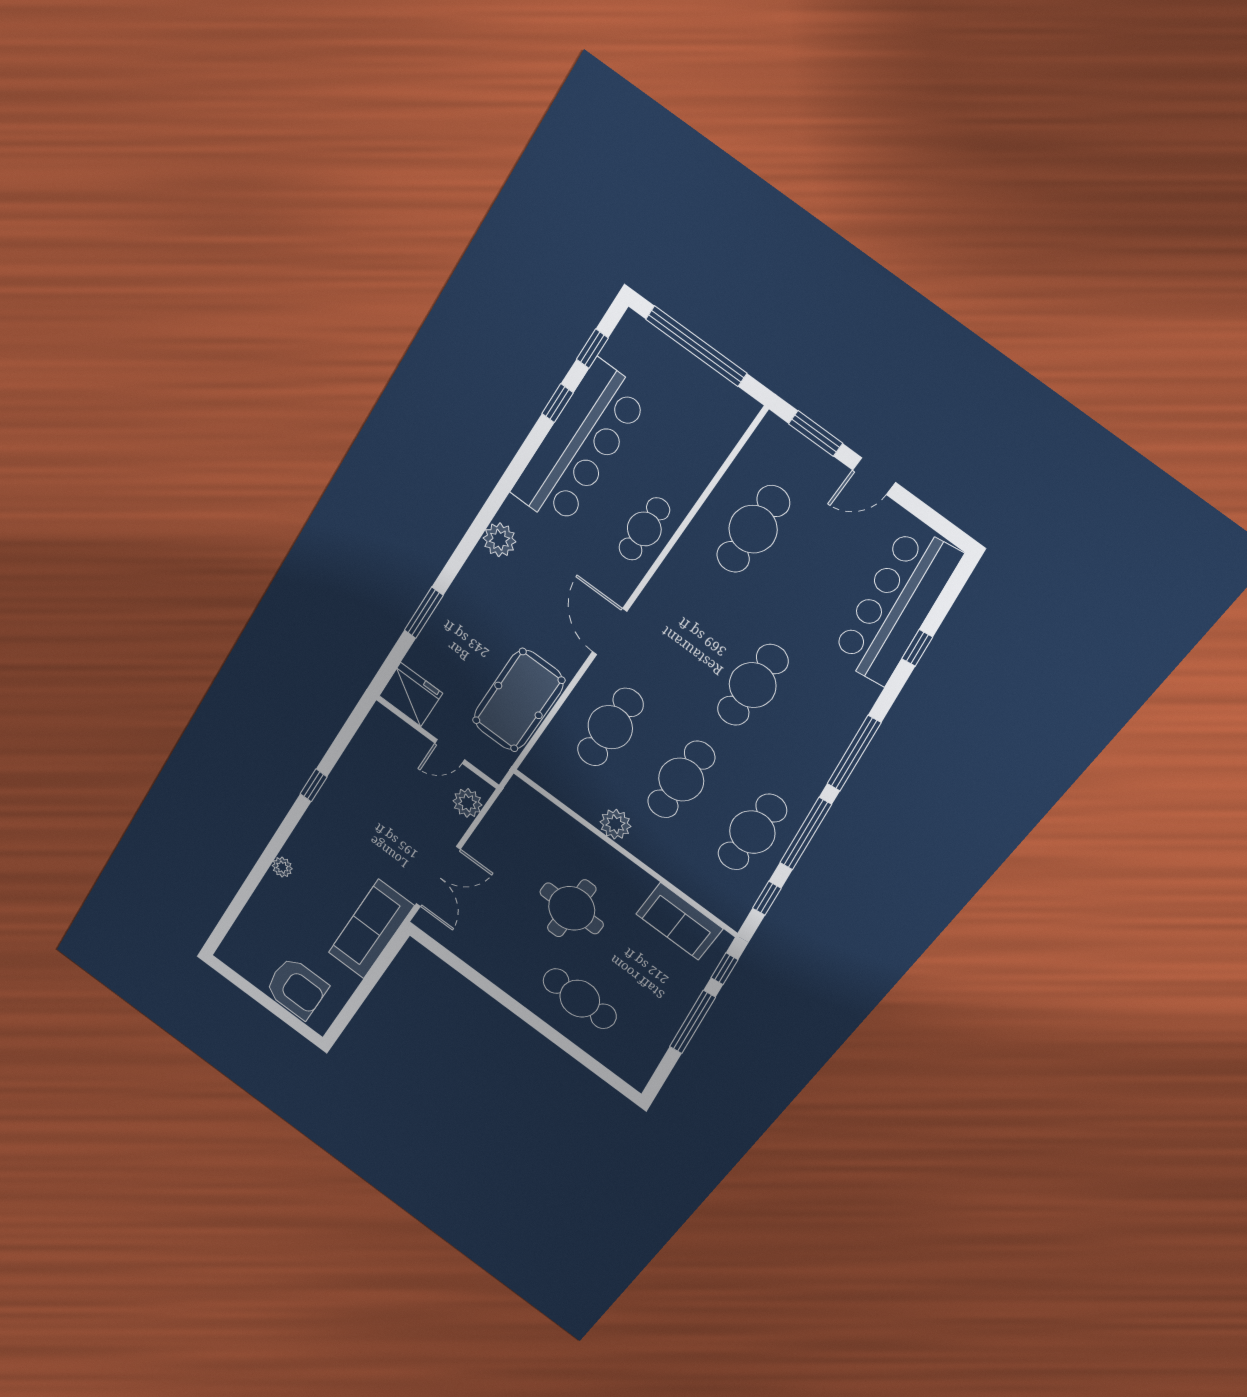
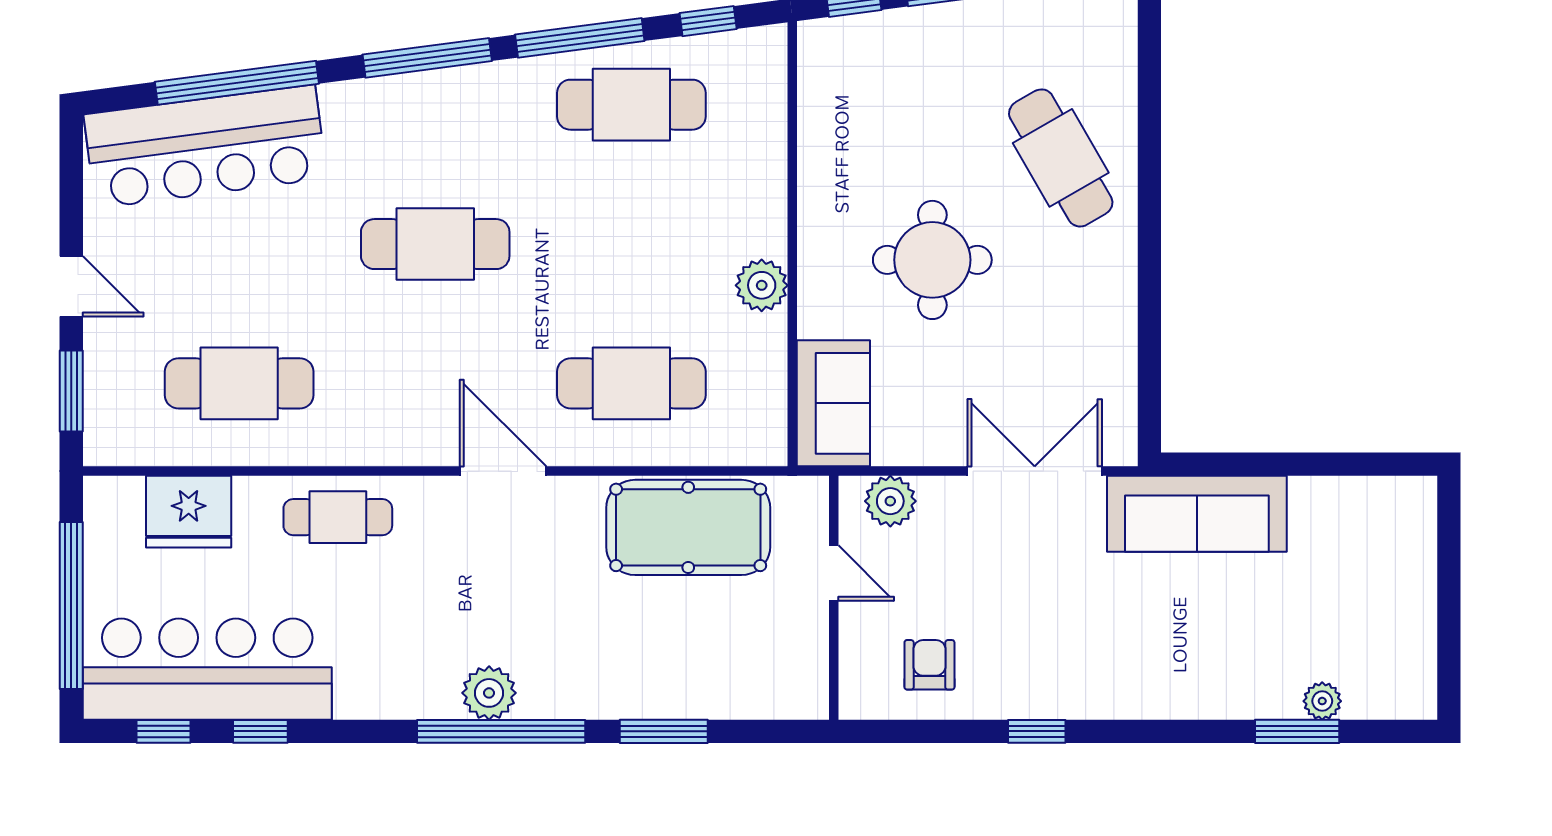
bar counter: (579, 445) -> (207, 669), moved
window: (476, 531) -> (501, 731), added
door: (610, 632) -> (503, 471), swing flipped
window: (917, 648) -> (237, 83), width x3.17
fridge: (411, 695) -> (189, 512), moved, turned -90
cafe table: (681, 780) -> (631, 244), removed
plant: (282, 867) -> (1322, 701), moved
window: (243, 895) -> (1297, 731), added
sofa: (679, 921) -> (833, 403), moved
armchair: (297, 988) -> (929, 665), moved, width x0.53, depth x0.53
cafe table: (580, 999) -> (1061, 158), turned -30

